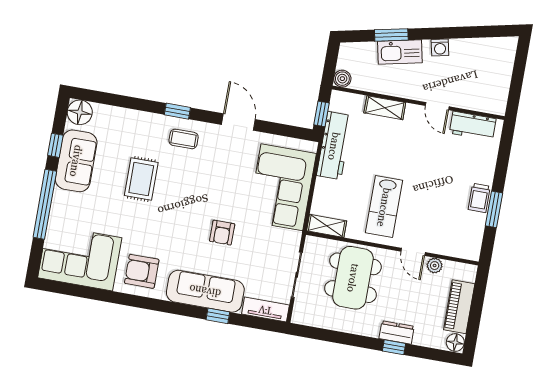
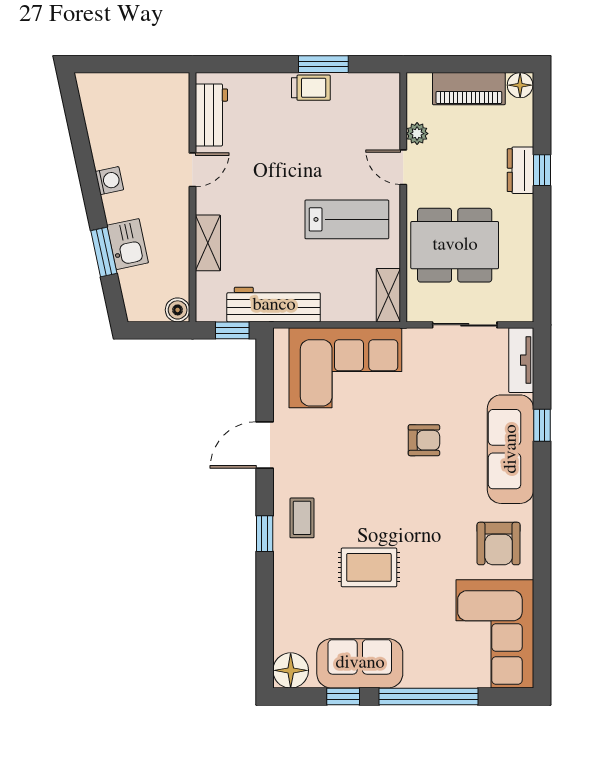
kitchen sink: (400, 52) -> (128, 244), width x0.73
door: (413, 252) -> (403, 167), swing flipped

